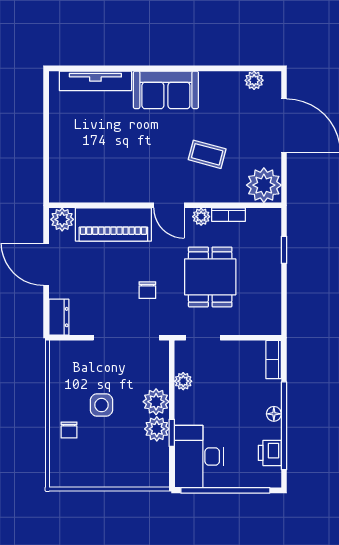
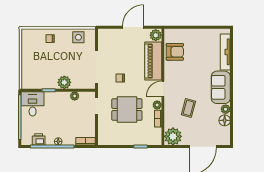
plant: (254, 80) -> (226, 109), moved
floor lamp: (232, 82) -> (225, 120), added
armchair: (95, 181) -> (175, 52), added
dresser: (59, 317) -> (107, 34), removed
side table: (101, 405) -> (78, 37), moved
plant: (157, 429) -> (51, 83), removed
desk: (199, 457) -> (33, 104), width x0.73

